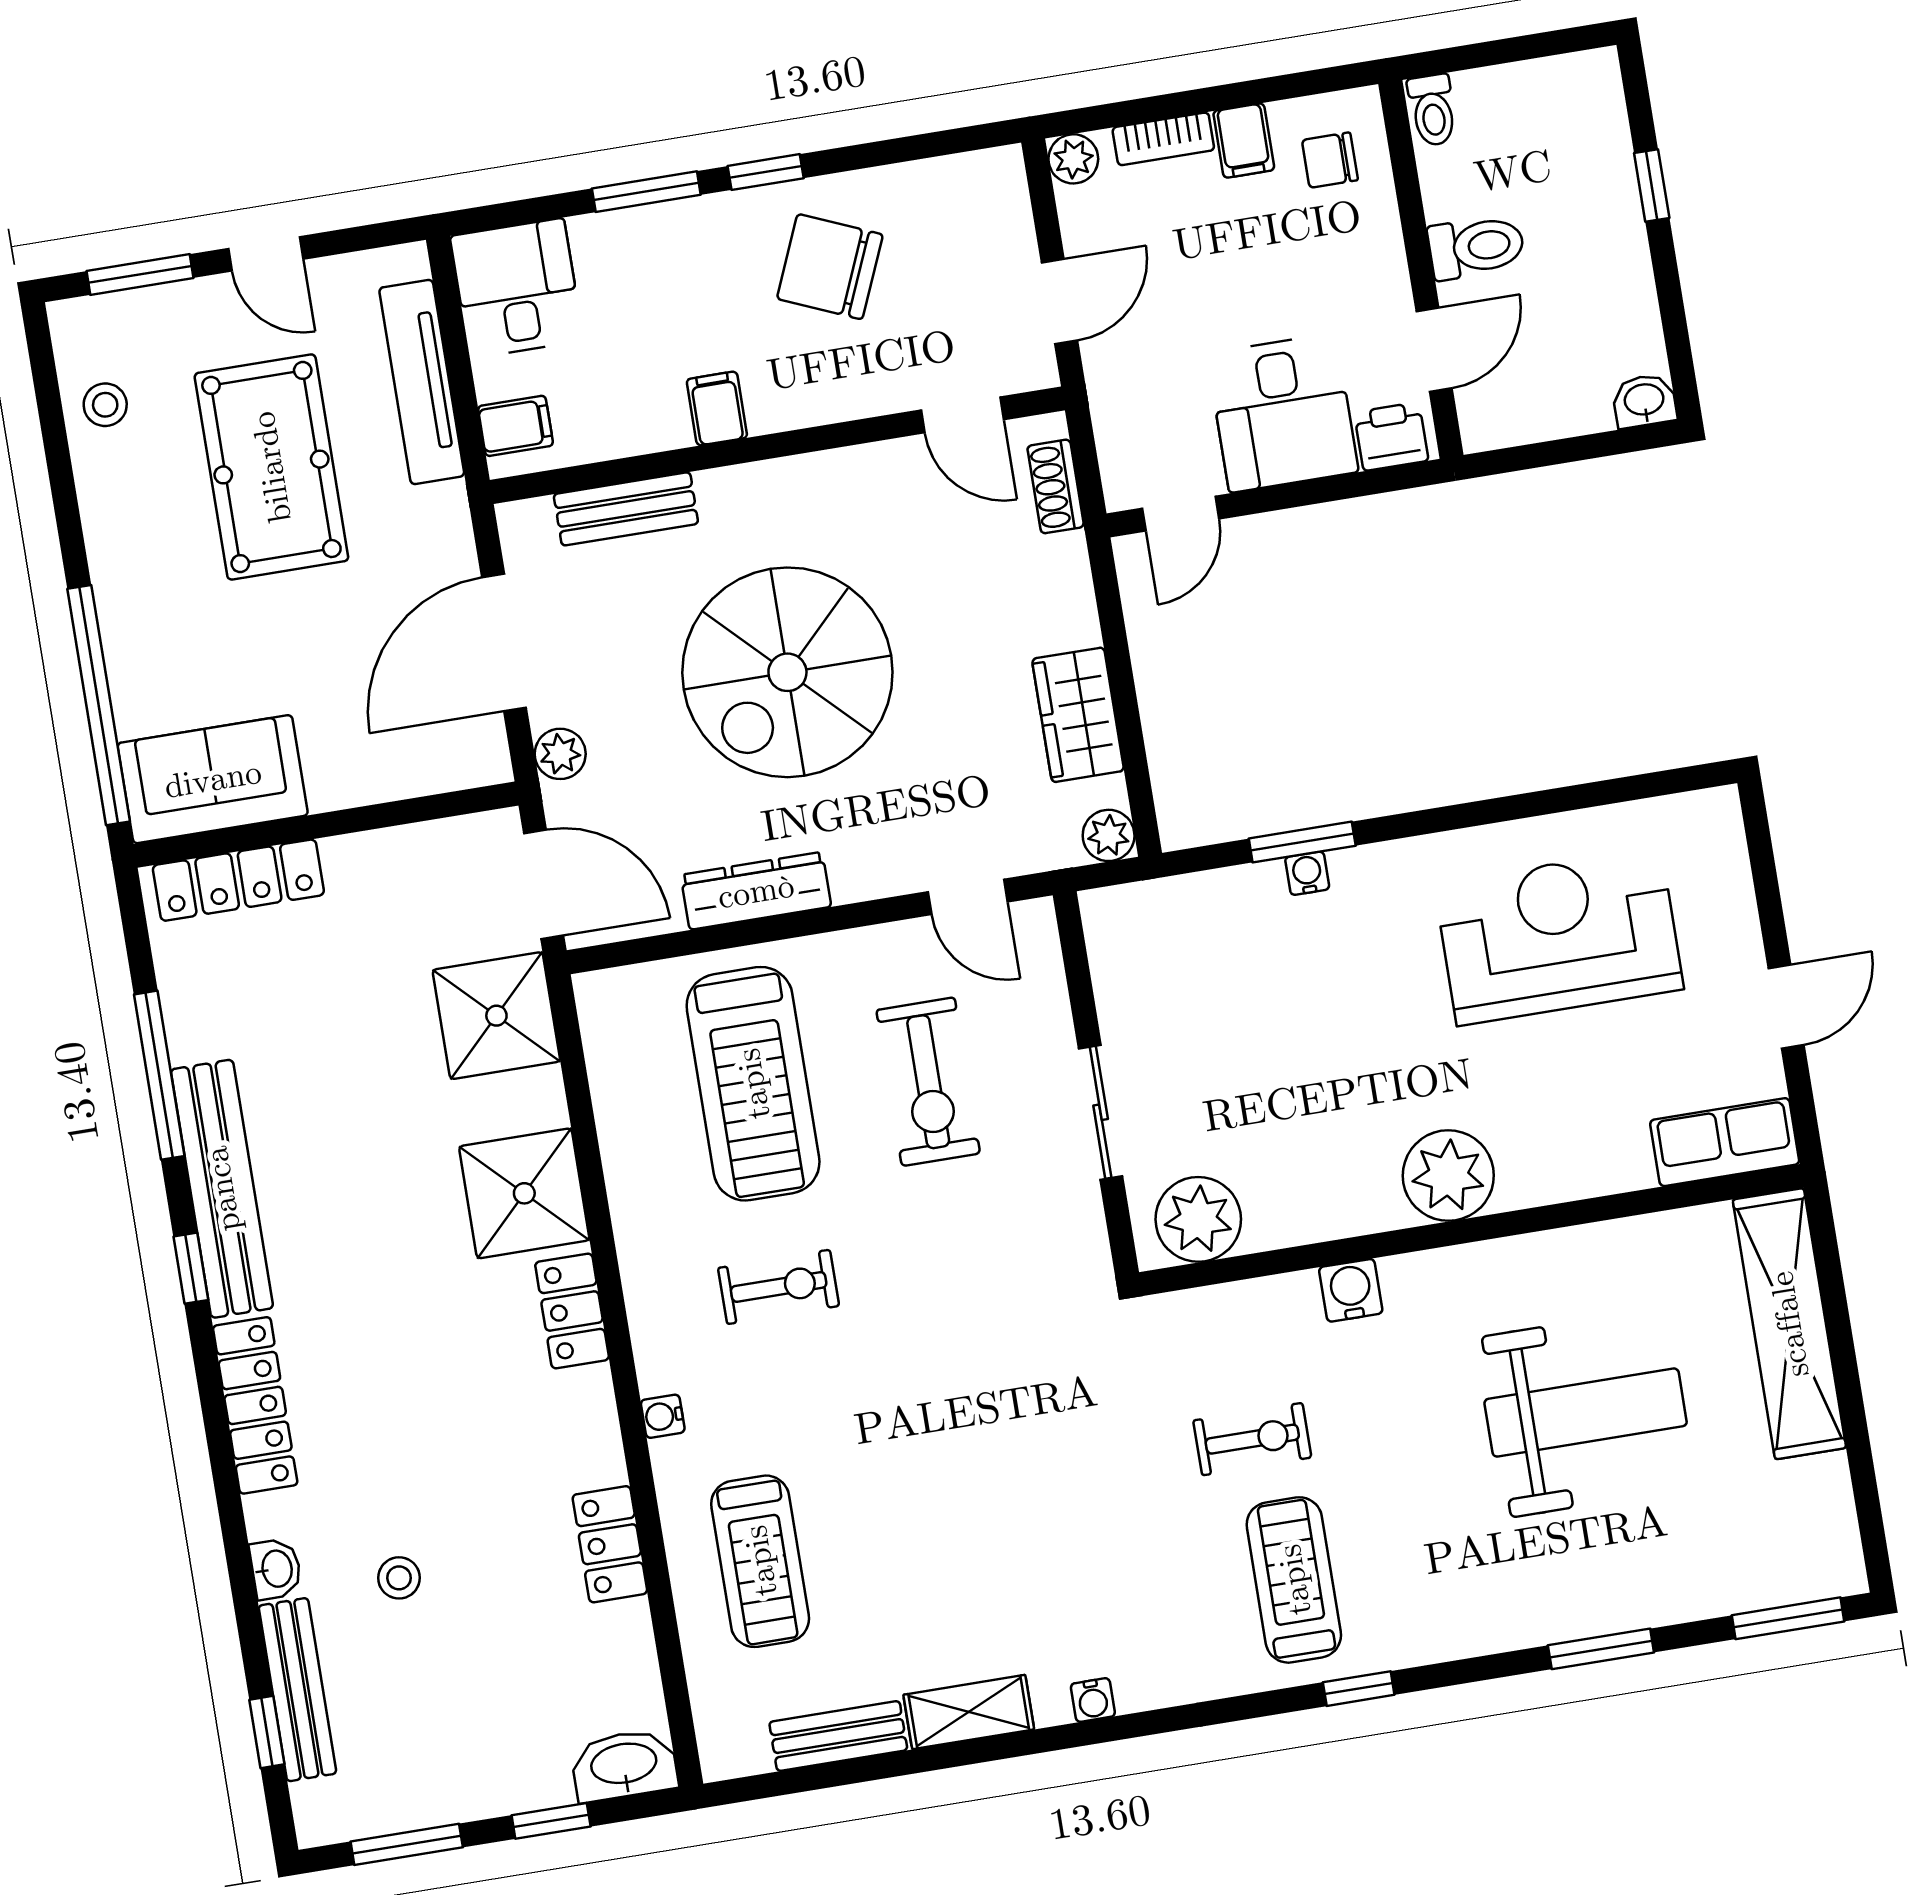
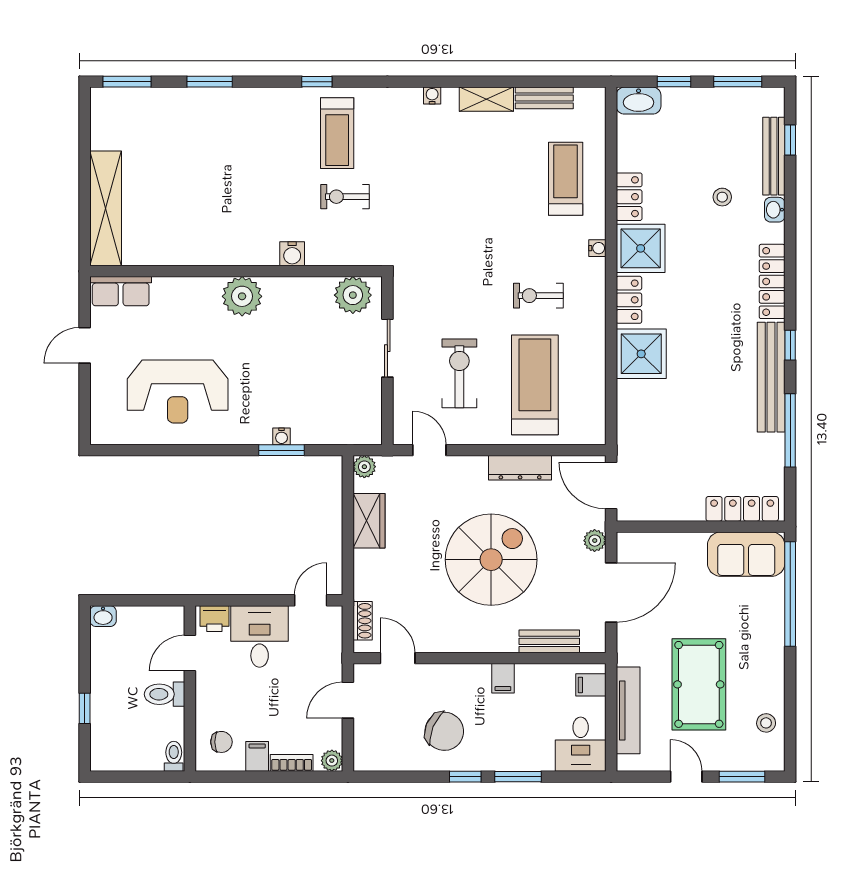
shower: (496, 1016) -> (641, 248), moved
weight bench: (1586, 1413) -> (200, 185), removed

